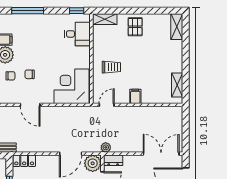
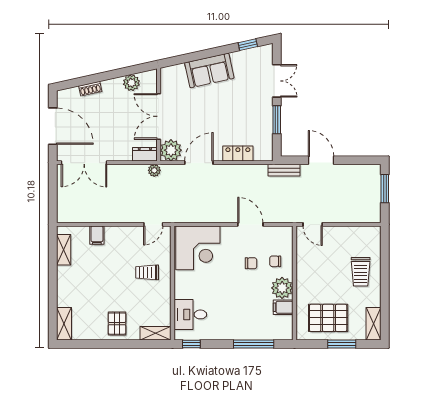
filing cabinet: (135, 96) -> (97, 235), moved
locker: (24, 161) -> (238, 153), moved

